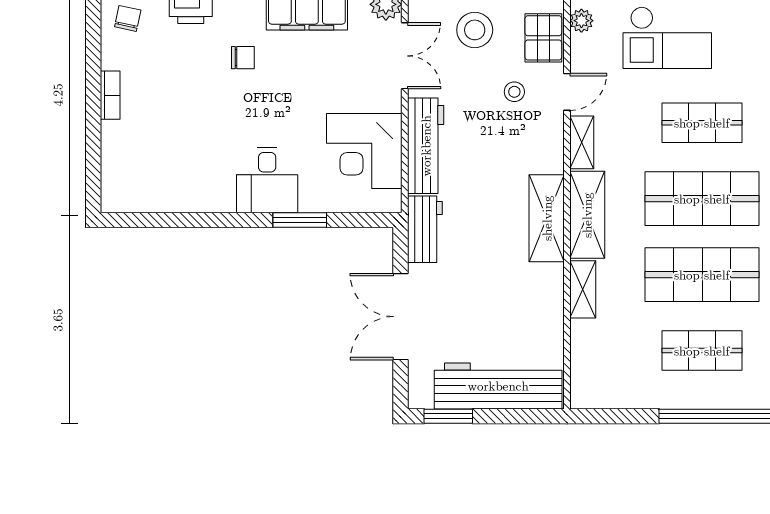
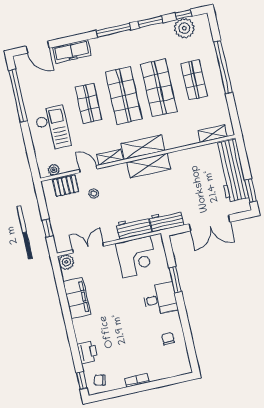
stool: (475, 30) -> (69, 218), removed
chair: (243, 58) -> (168, 339), moved
workbench: (426, 146) -> (134, 228), width x0.73
shelving: (583, 289) -> (213, 134), moved

